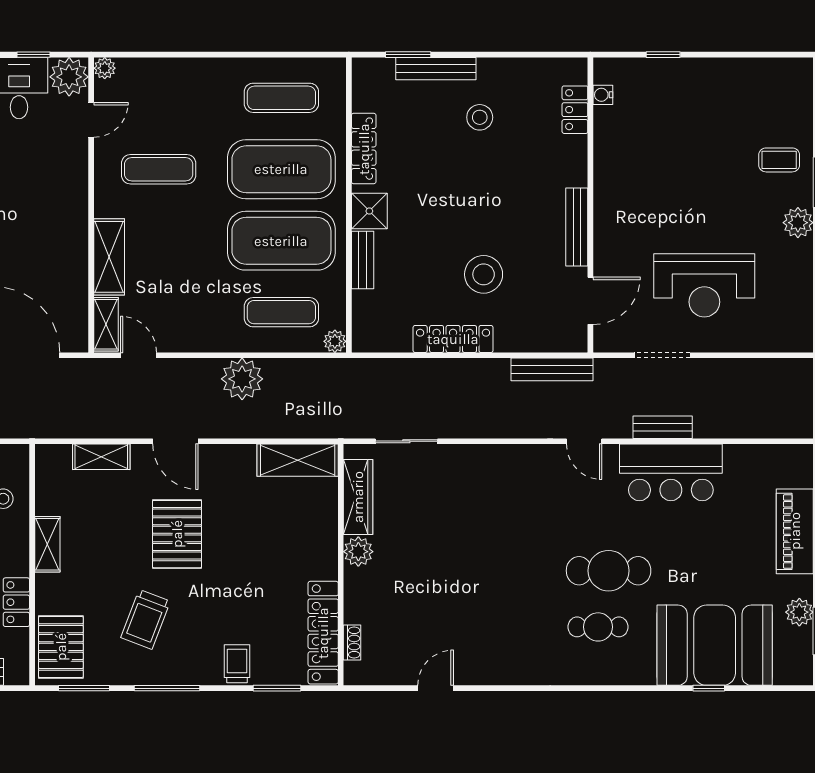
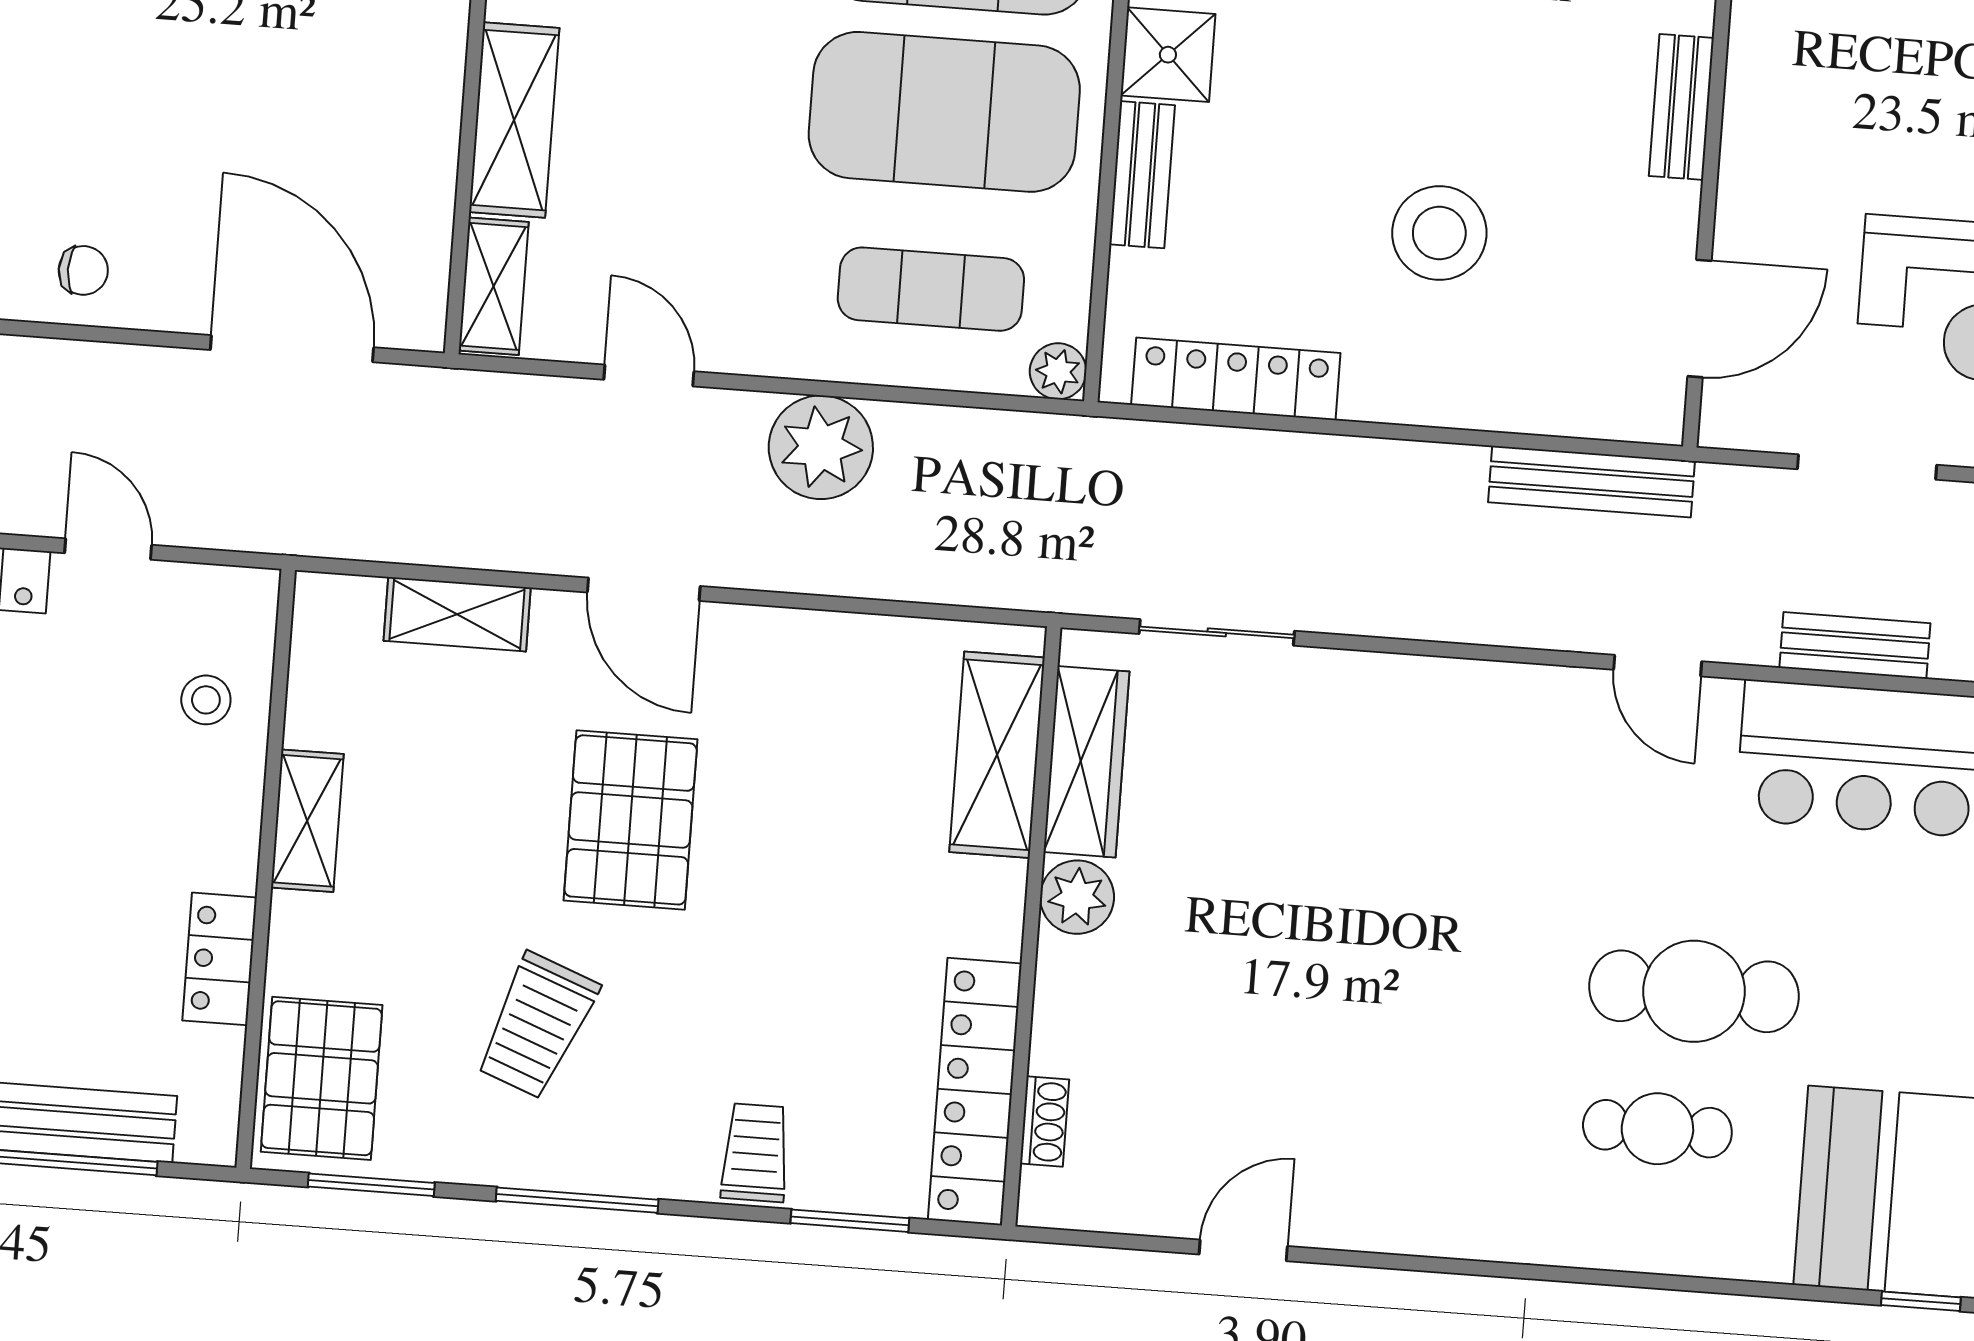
bench: (577, 227) -> (1681, 107), width x0.73
locker: (453, 339) -> (1236, 379), moved
door: (138, 355) -> (649, 375), moved
shelving: (298, 460) -> (997, 755), moved, turned 90

